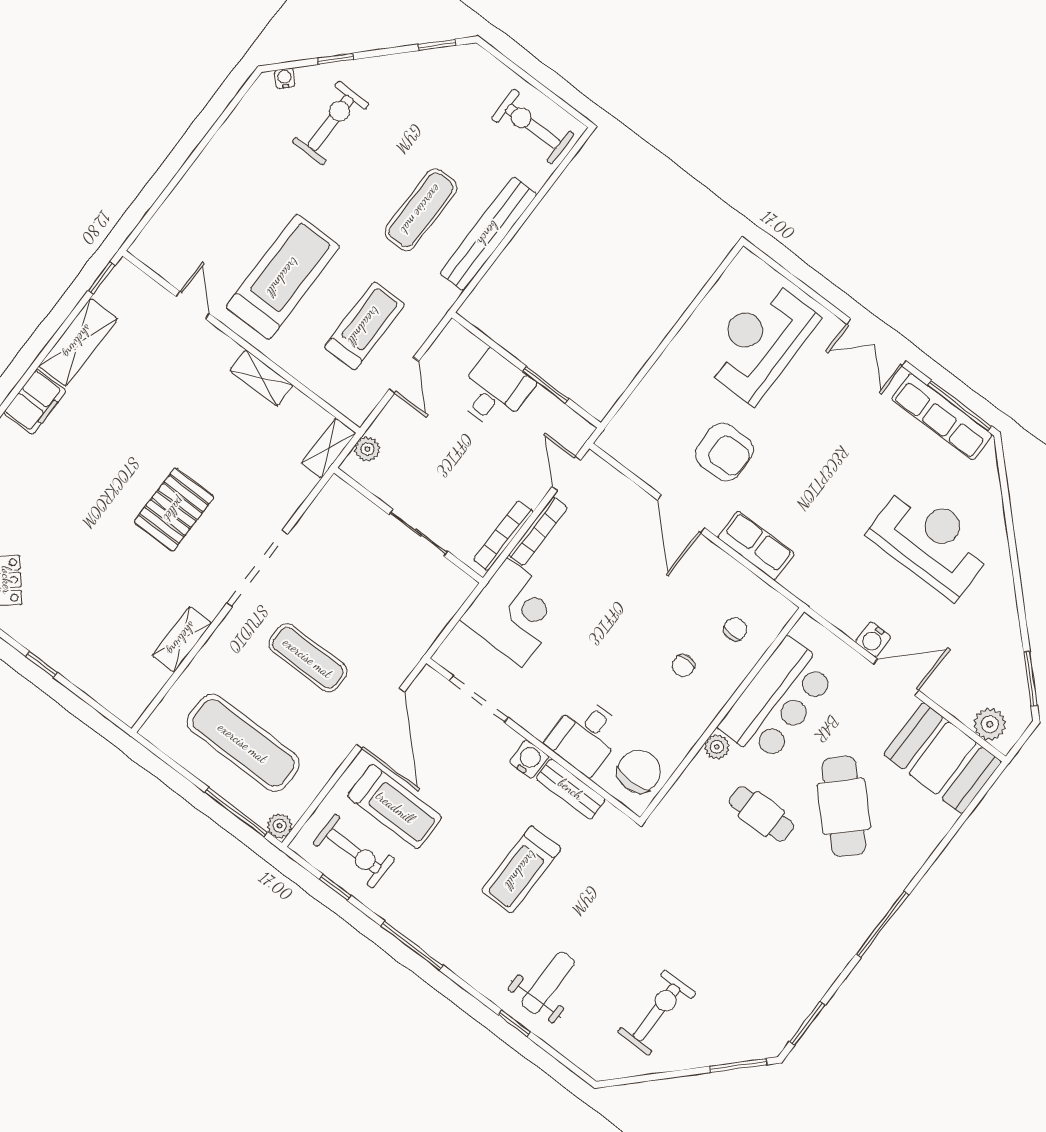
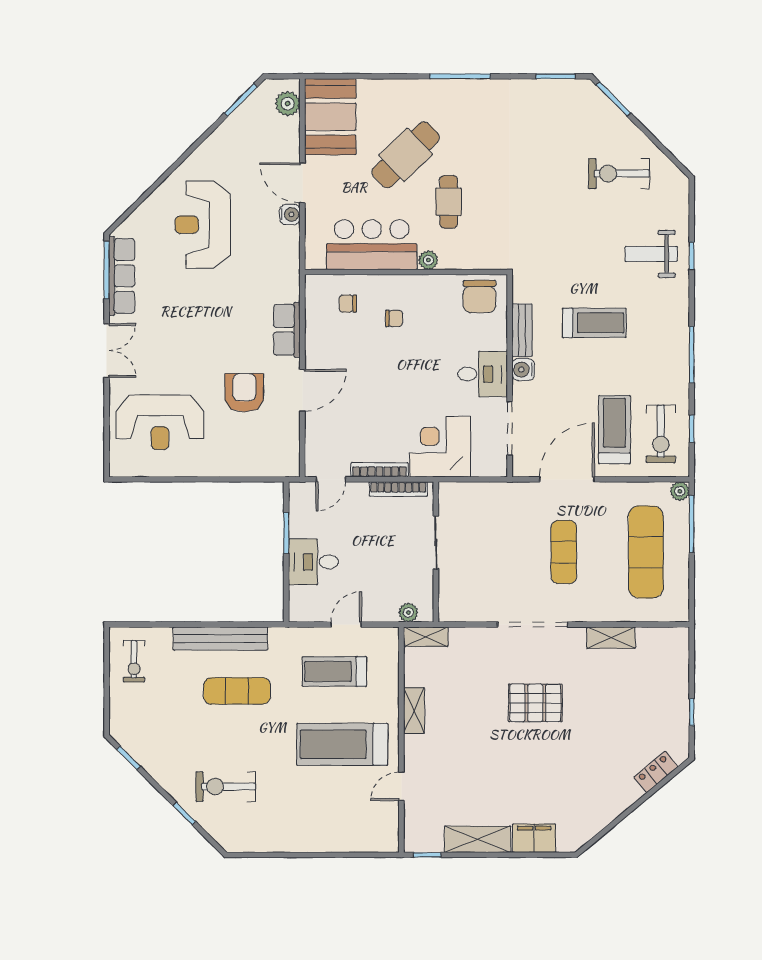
water cooler: (285, 78) -> (220, 835), removed
exercise bike: (533, 126) -> (134, 661), width x0.73, depth x0.72
desk: (585, 736) -> (483, 374), moved
chair: (639, 771) -> (480, 297), turned -90
exercise bike: (354, 851) -> (661, 434), turned 180

